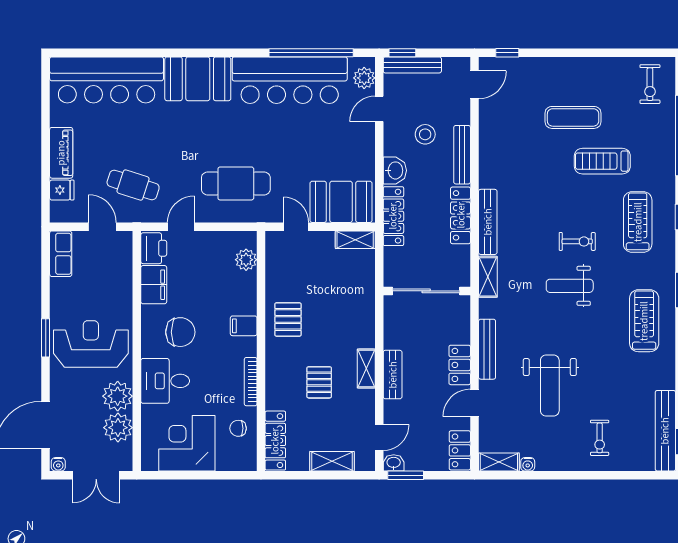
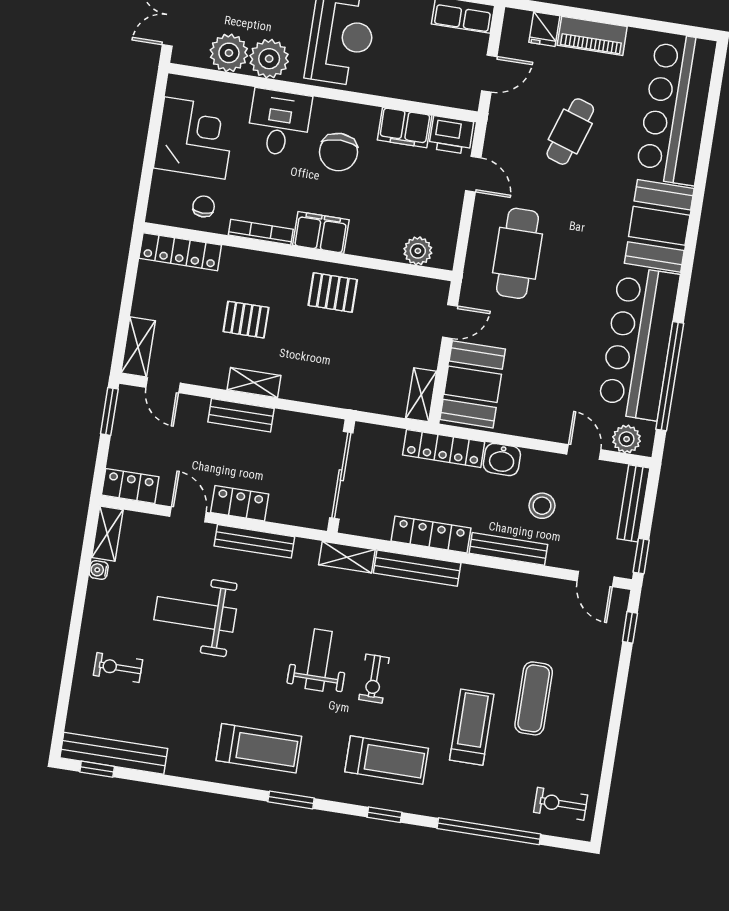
window: (402, 53) -> (641, 556), moved
cafe table: (133, 185) -> (570, 132), moved
filing cabinet: (244, 326) -> (321, 232), width x2.00
shelving: (332, 461) -> (138, 347), moved
washbasin: (394, 463) -> (128, 399), removed

